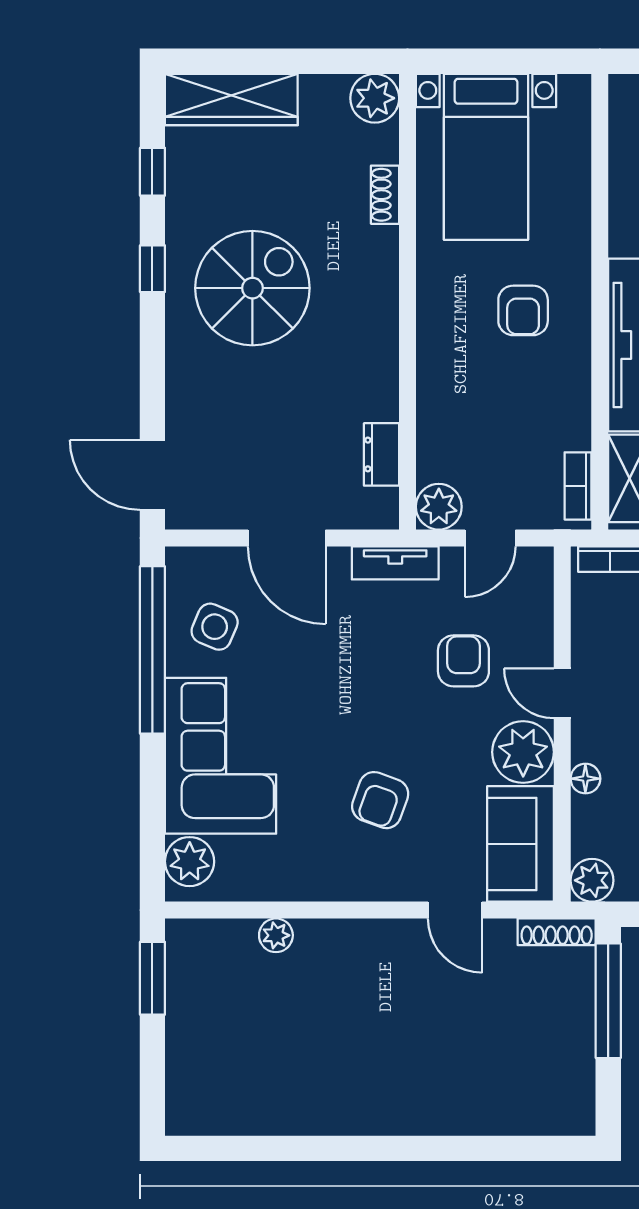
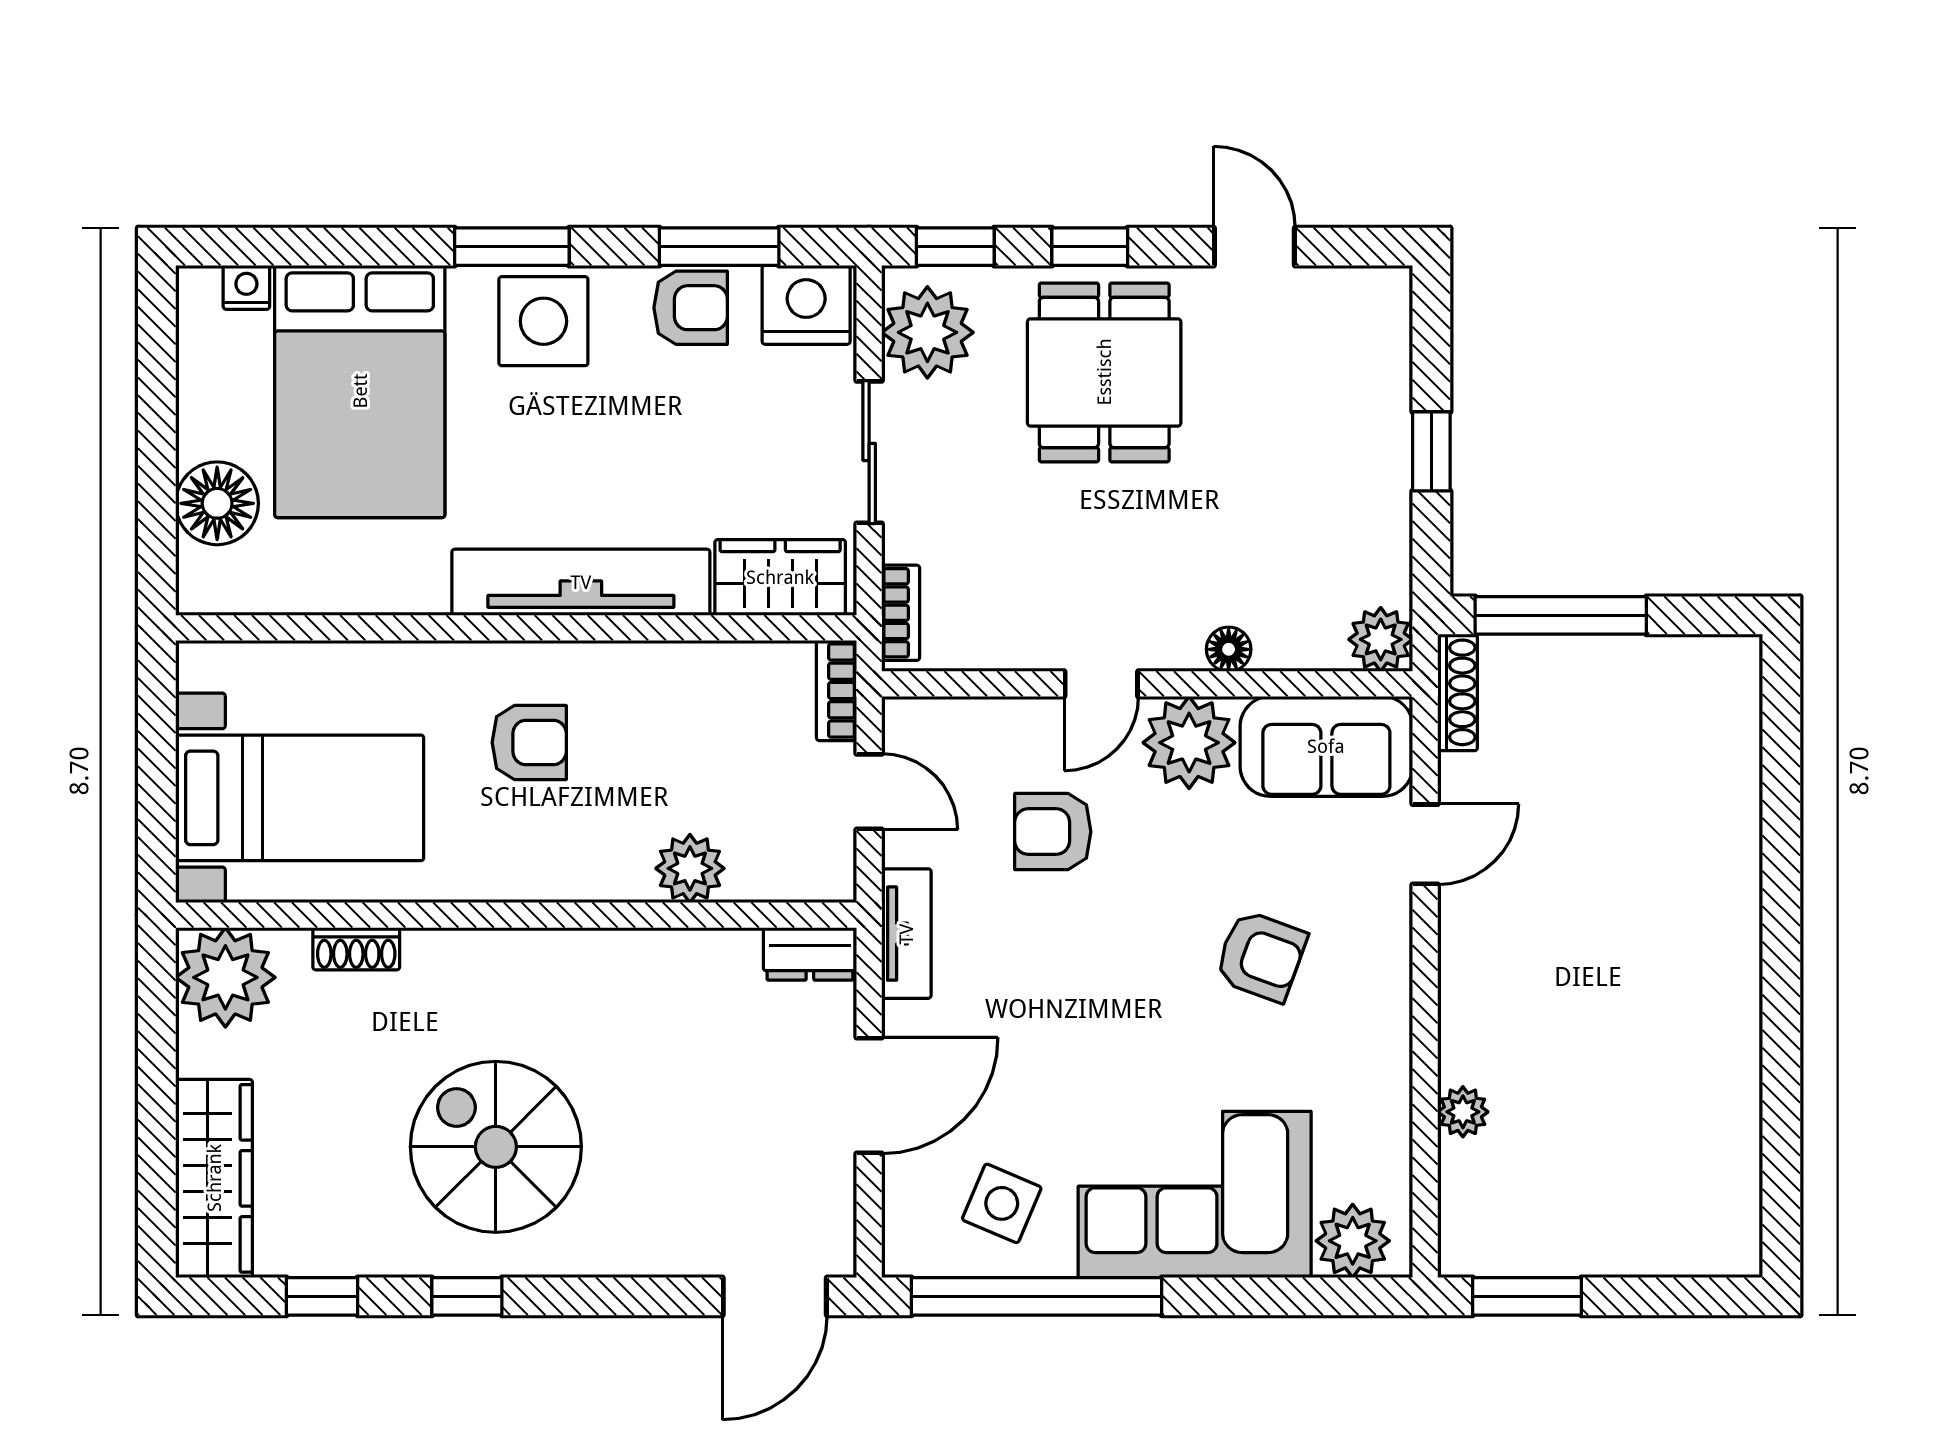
plant: (375, 98) -> (225, 977), width x1.36, depth x1.36
dresser: (382, 454) -> (810, 954), moved
bookcase: (578, 486) -> (837, 691), moved, turned 90
plant: (439, 507) -> (690, 868), moved

